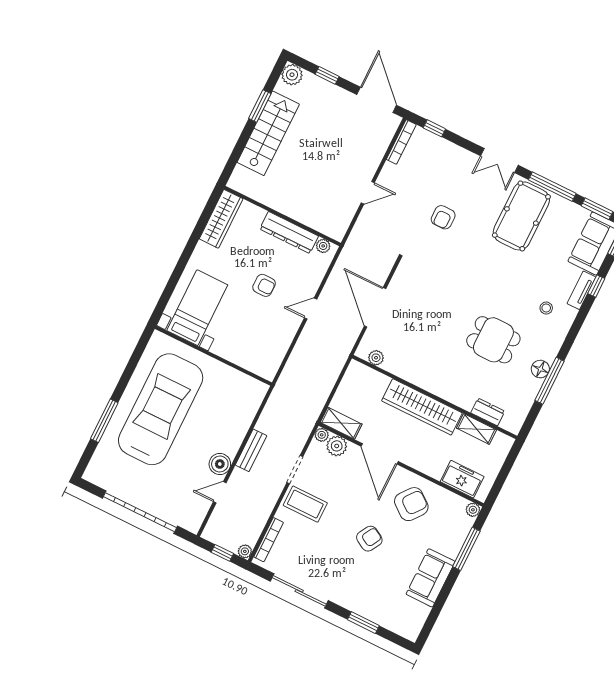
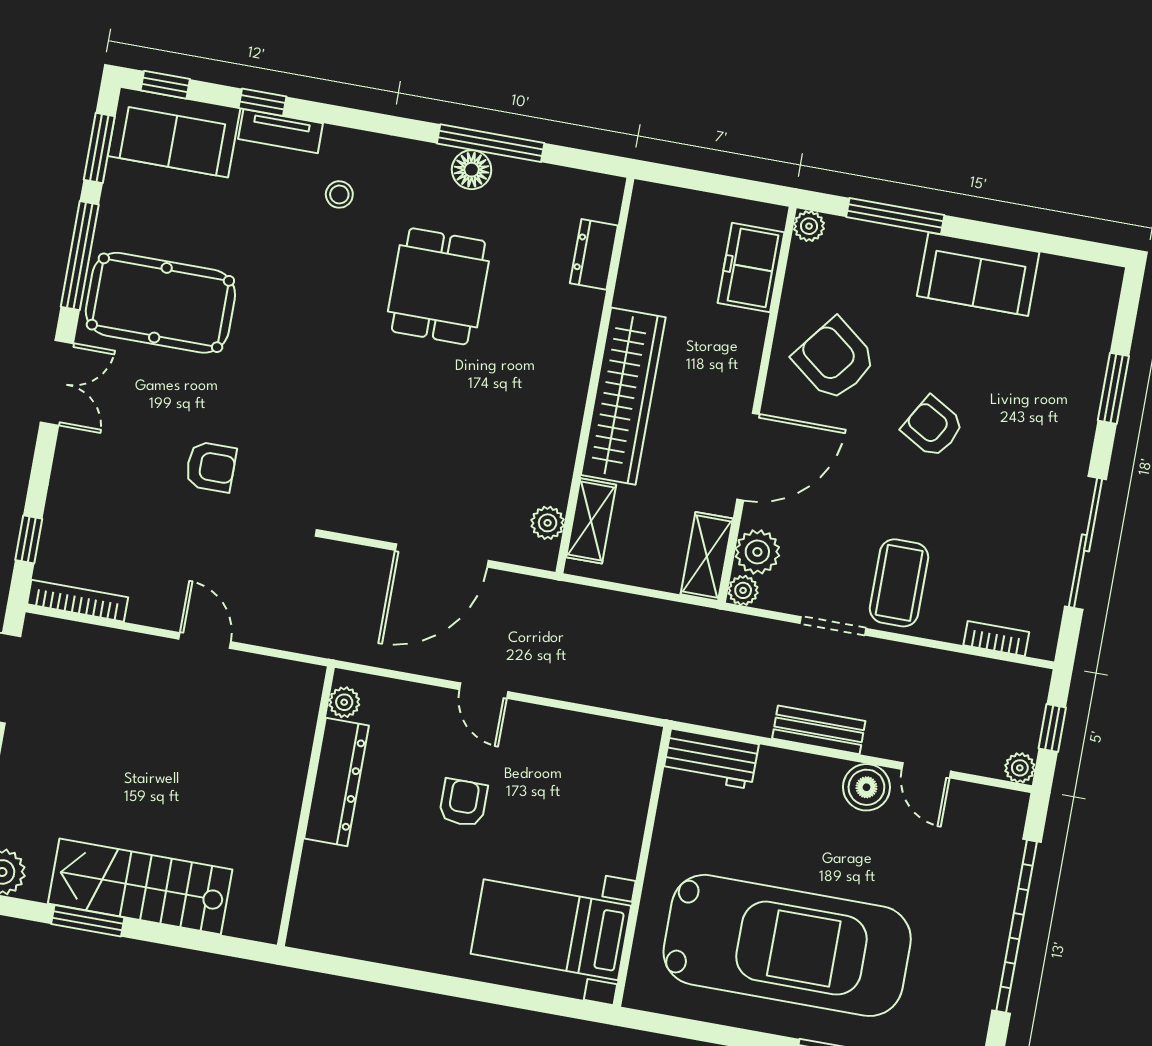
wardrobe: (221, 219) -> (349, 934), removed
workbench: (252, 399) -> (711, 759), added
car: (161, 409) -> (787, 945), turned 180
shelving: (476, 429) -> (591, 521), moved
bookcase: (269, 540) -> (996, 639), width x0.64
plant: (245, 551) -> (1020, 768), moved

